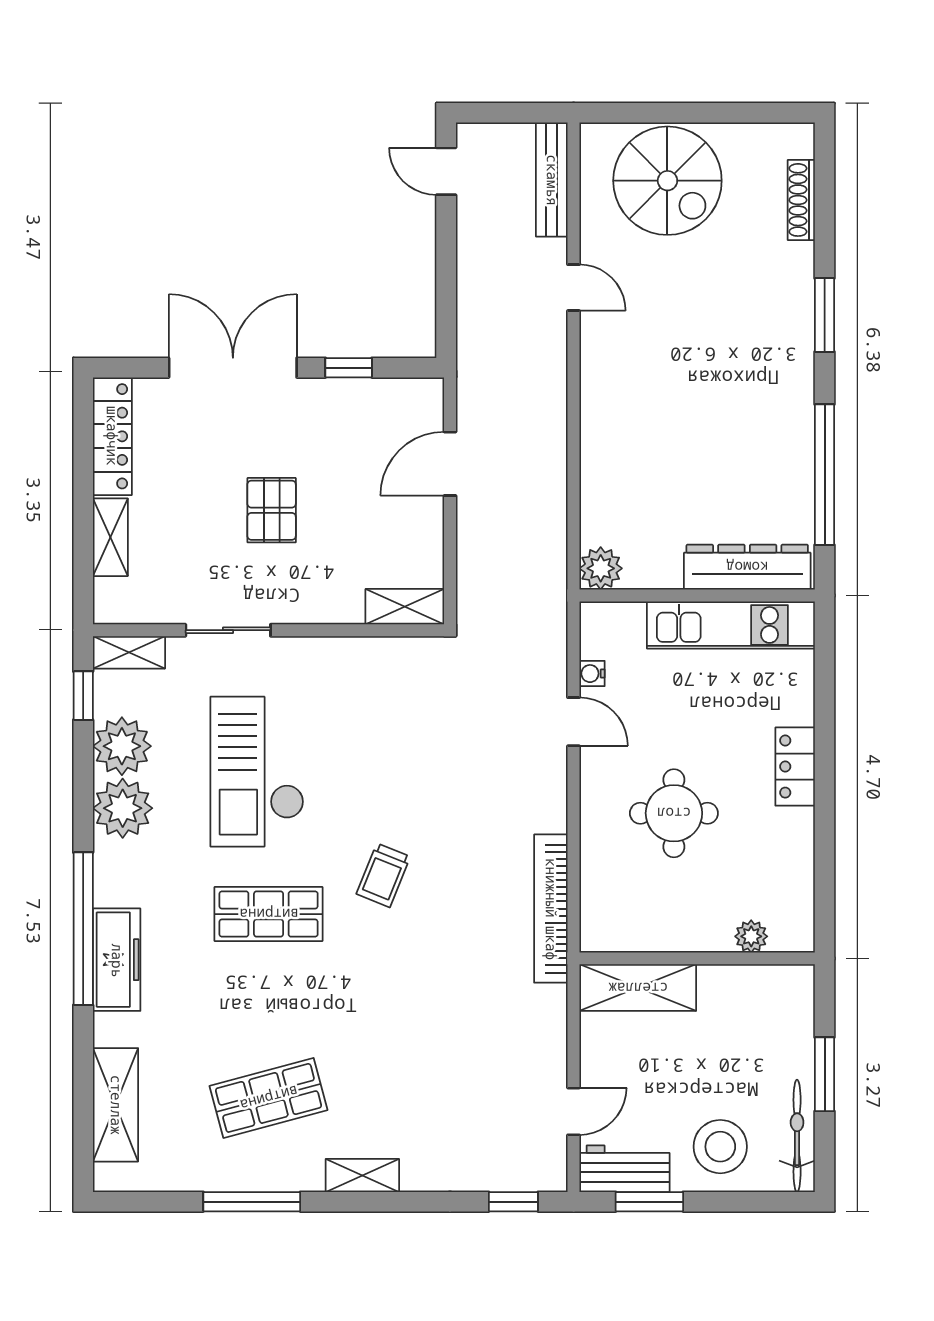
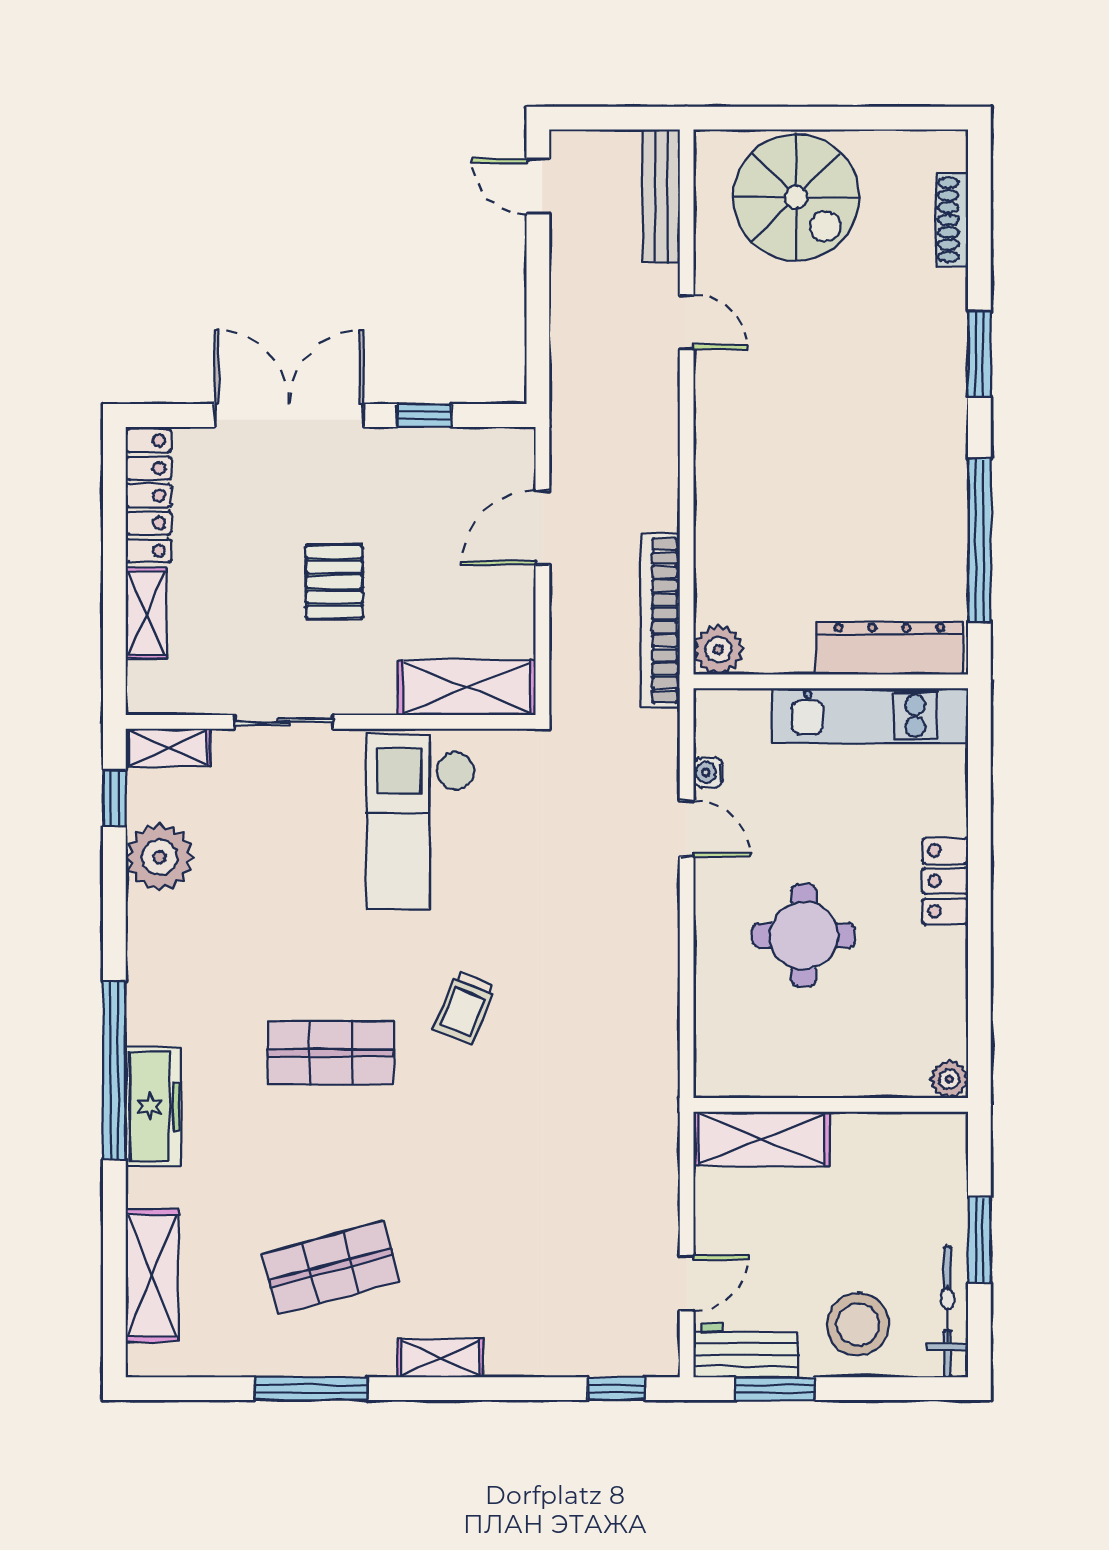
shelving: (405, 607) -> (467, 688), width x1.50, depth x1.33
checkout: (257, 772) -> (421, 822), moved
plant: (123, 808) -> (161, 930), removed
bookcase: (551, 909) -> (660, 620), moved
plant: (751, 936) -> (949, 1079), moved

